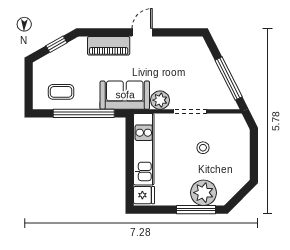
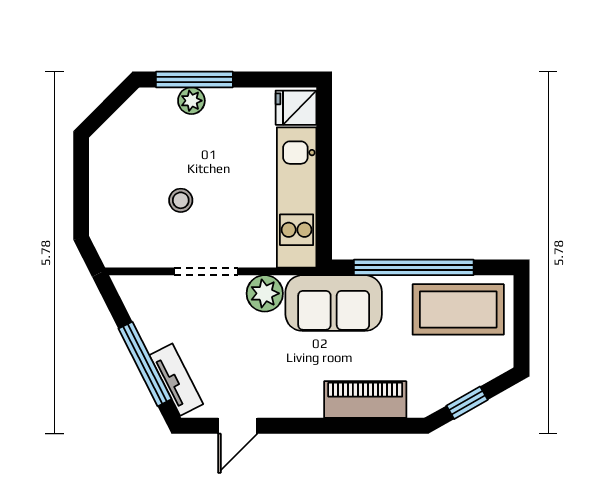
door: (142, 32) -> (238, 426), moved
tv unit: (205, 56) -> (176, 380), added
window: (229, 79) -> (145, 364), moved
coffee table: (61, 92) -> (458, 309), width x1.86, depth x1.72
plant: (203, 193) -> (191, 101), width x0.53, depth x0.53

